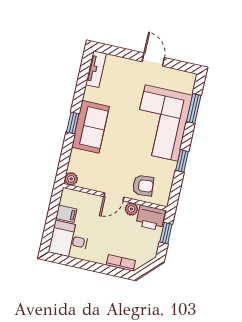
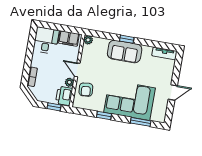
filing cabinet: (66, 214) -> (69, 38), width x2.00

